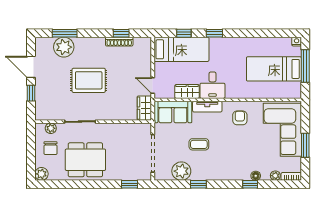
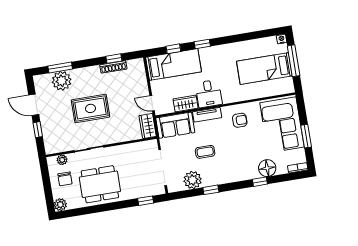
armchair: (240, 118) -> (240, 120), turned 90
floor lamp: (256, 176) -> (267, 168), width x1.89, depth x1.89
plant: (275, 176) -> (282, 170), removed

